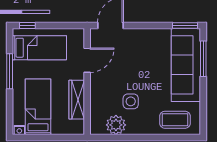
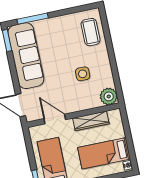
sofa: (186, 65) -> (26, 56), moved, turned -90
plant: (116, 125) -> (109, 96), moved

